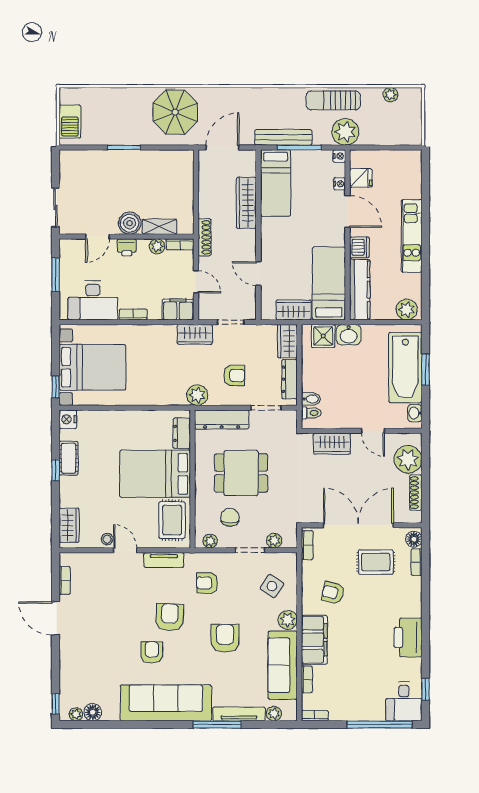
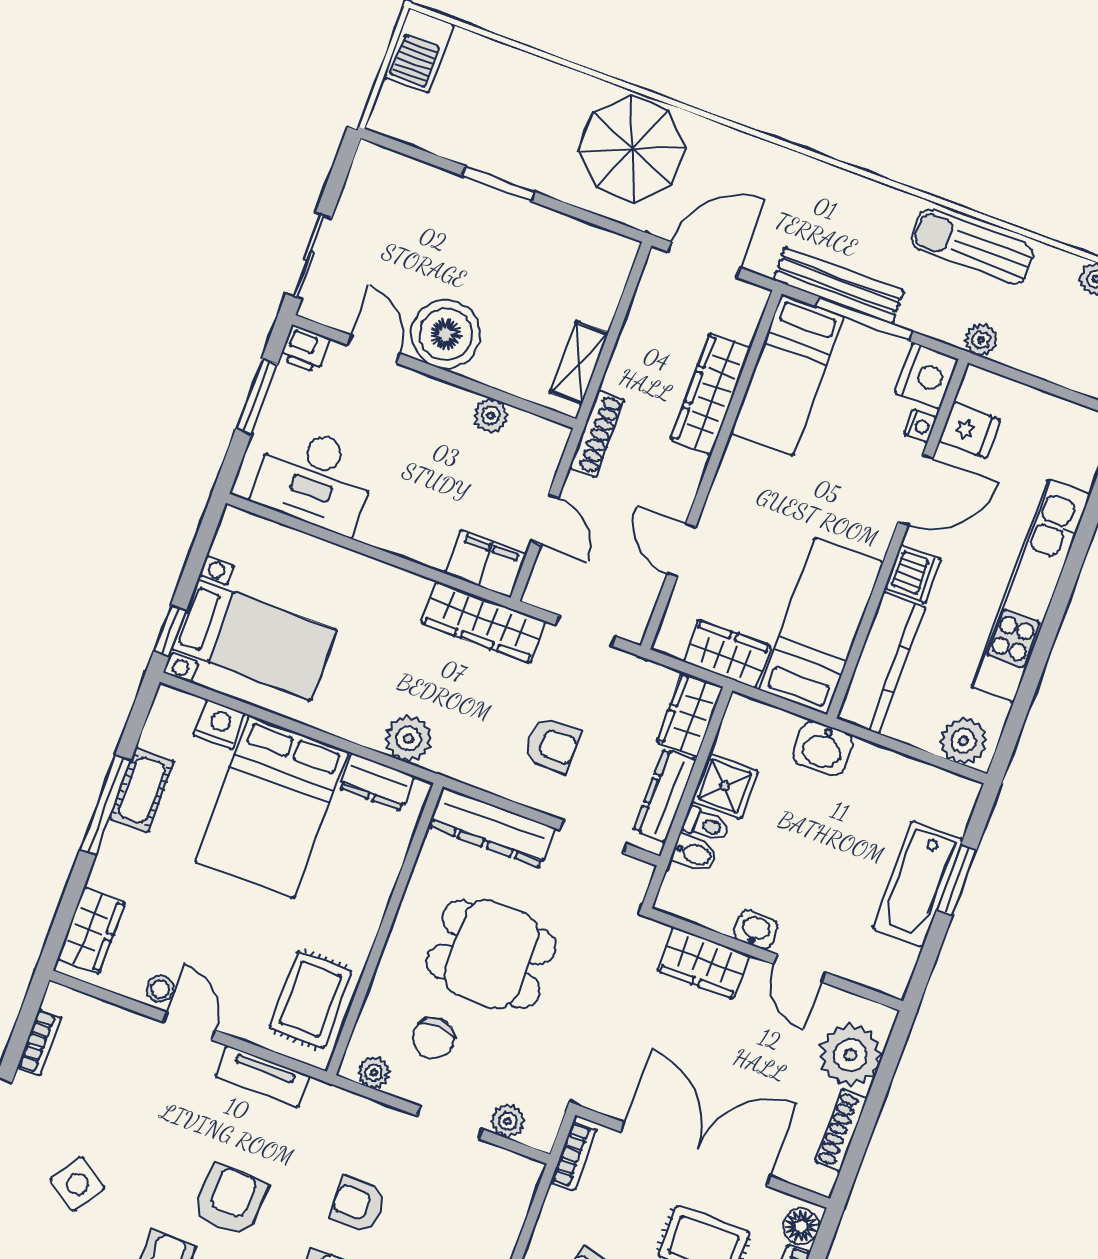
barbecue: (70, 121) -> (419, 50), moved
plant: (345, 132) -> (981, 340), width x0.53, depth x0.53
nightstand: (339, 156) -> (927, 376), width x1.89, depth x1.79
door: (347, 211) -> (916, 490), hinge flipped
boiler: (130, 223) -> (446, 334), width x1.37, depth x1.37
shelving: (159, 227) -> (579, 363), moved, turned 90
kitchen unit: (412, 236) -> (1031, 591), width x1.36
door: (97, 237) -> (374, 349), swing flipped
bookcase: (180, 244) -> (540, 429), removed
printer: (127, 247) -> (305, 349), moved
bookcase: (133, 314) -> (388, 539), removed
wardrobe: (195, 334) -> (483, 622), width x1.50
shower: (323, 336) -> (725, 786), moved
bed with nightstands: (92, 367) -> (254, 640), width x0.73
bathtub: (405, 368) -> (918, 884), width x0.73, depth x0.73
plant: (197, 395) -> (408, 739), moved
toilet: (311, 413) -> (706, 825), moved
washbasin: (415, 413) -> (756, 930), moved, turned 90
nightstand: (68, 419) -> (220, 724), moved, turned 90
dresser: (182, 433) -> (377, 782), moved, turned -90
window: (56, 470) -> (105, 805), width x2.17
bed: (155, 474) -> (272, 807), moved, turned -90
chair: (230, 517) -> (434, 1038), turned 180
armchair: (207, 583) -> (358, 1204), moved
side table: (272, 586) -> (77, 1184), moved

